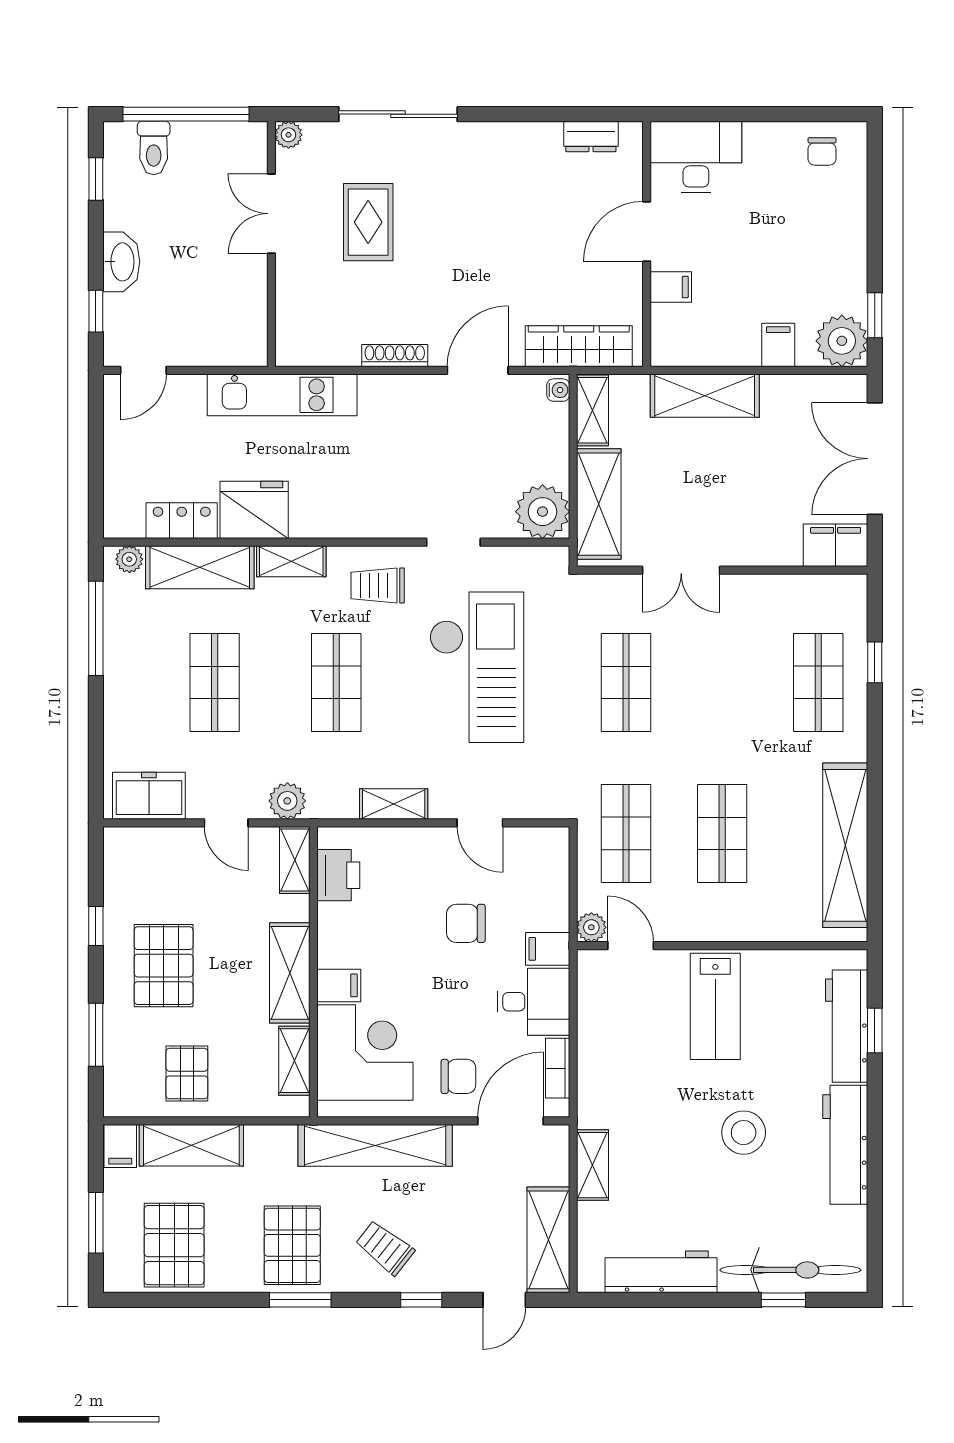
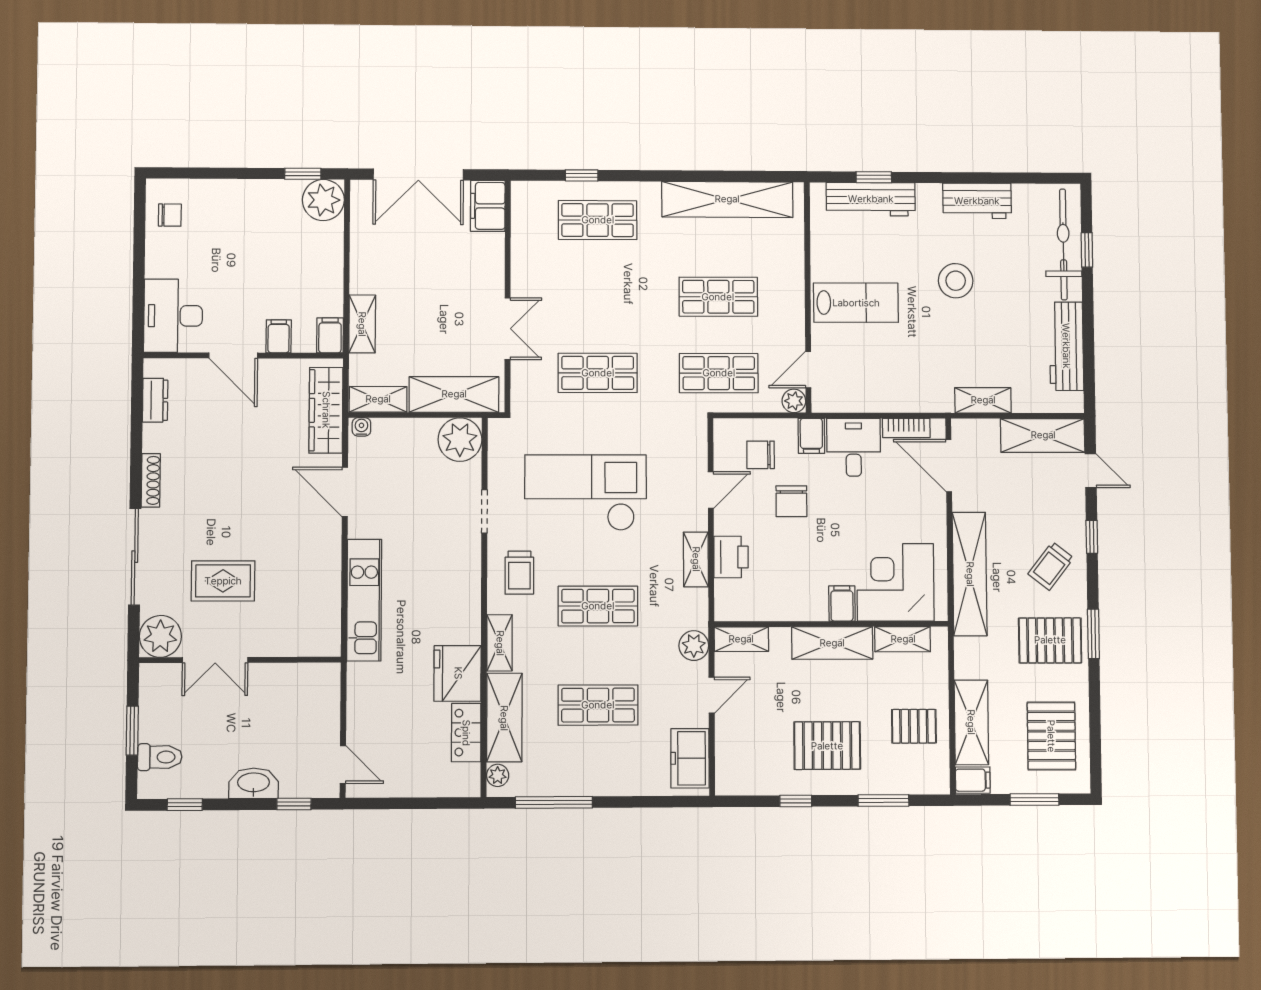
window: (186, 114) -> (132, 731), width x0.47
plant: (288, 135) -> (160, 636), width x1.88, depth x1.88
filing cabinet: (778, 345) -> (330, 335), moved, turned 90
shoe rack: (395, 356) -> (151, 480), moved, turned 180
kitchen unit: (282, 395) -> (364, 600), moved
shelving: (705, 396) -> (362, 324), width x0.67, depth x0.75
printer: (338, 875) -> (731, 557), moved, turned 90
chair: (458, 1076) -> (761, 455), moved, turned -90
workbench: (845, 1145) -> (977, 201), width x0.73
pallet: (174, 1245) -> (1051, 736), turned 90

